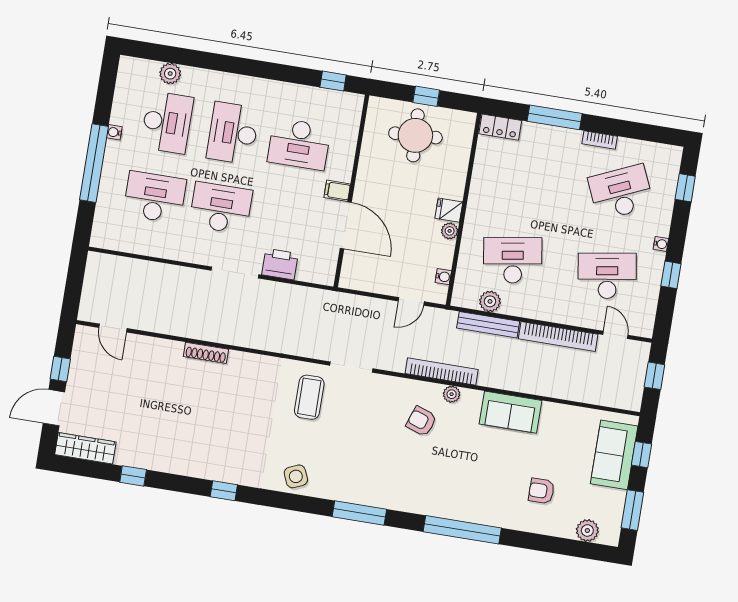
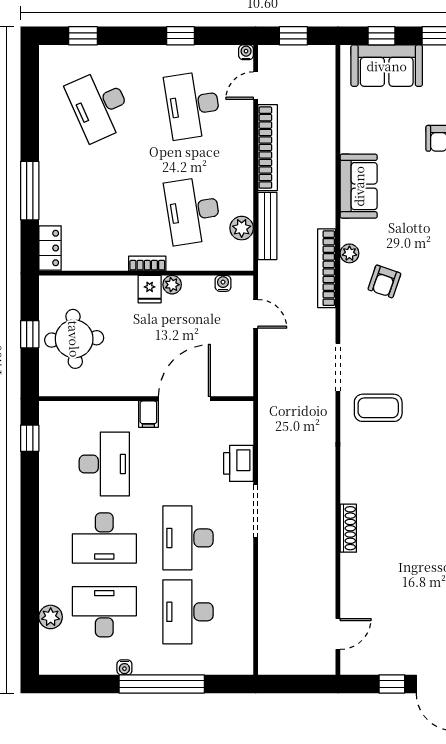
bookcase: (600, 140) -> (147, 263), moved, turned -90
water cooler: (661, 244) -> (246, 52), moved

